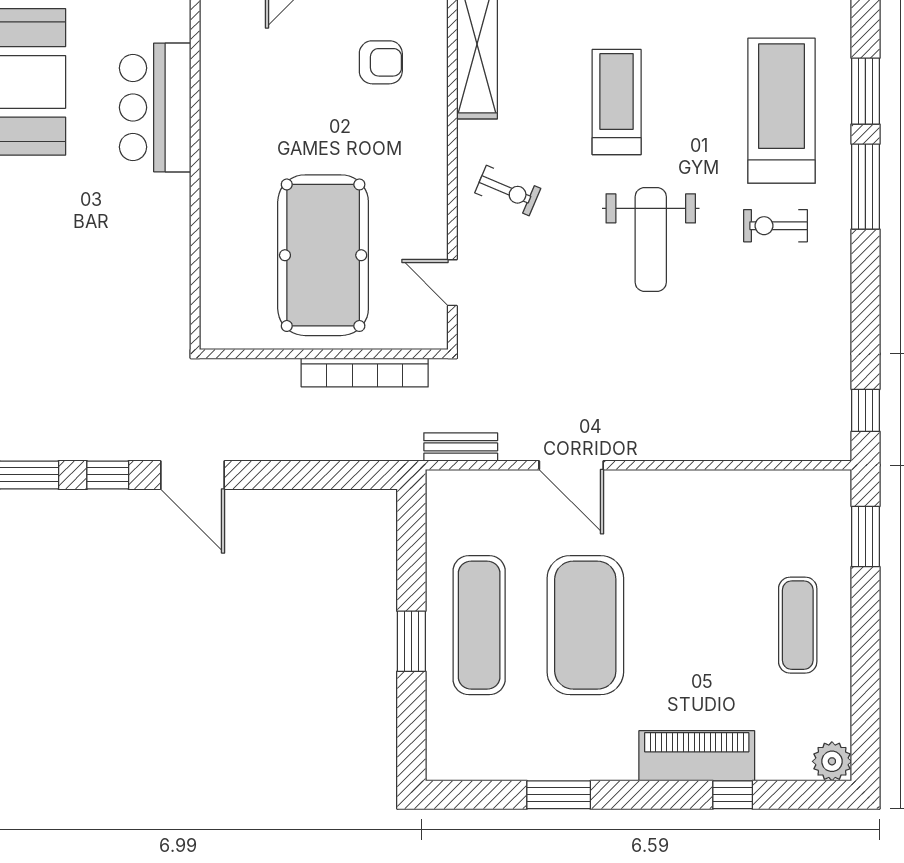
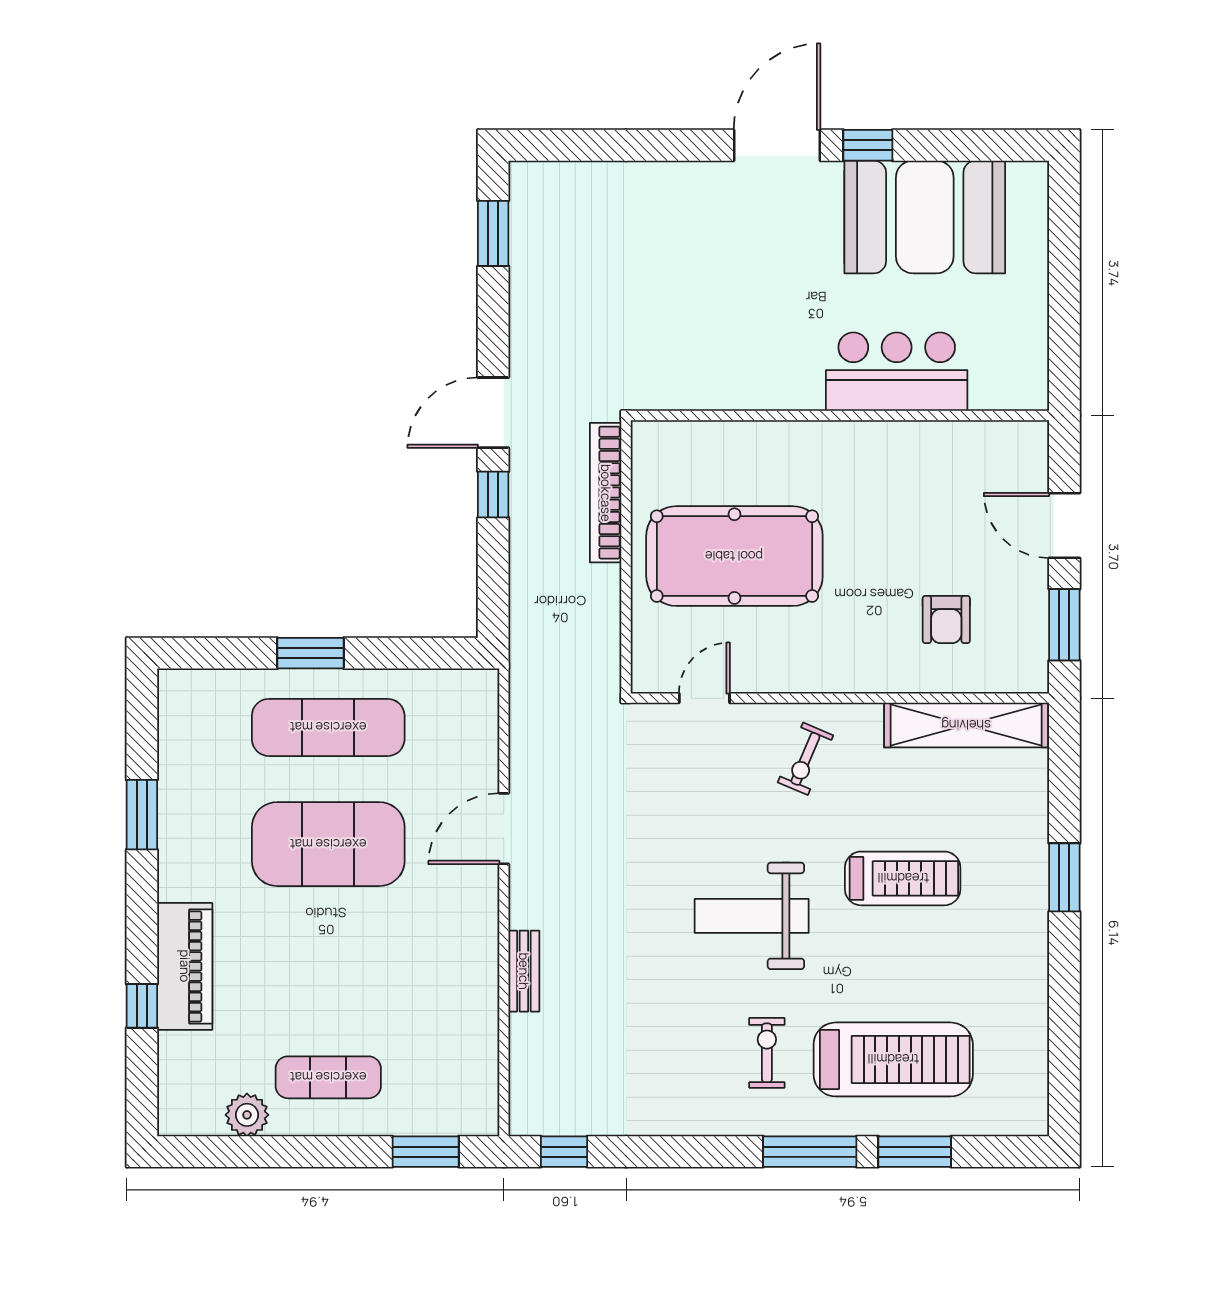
bookcase: (365, 373) -> (606, 493), moved
bench: (461, 447) -> (524, 971), moved
window: (108, 475) -> (493, 495), moved
plant: (832, 761) -> (247, 1115), moved

